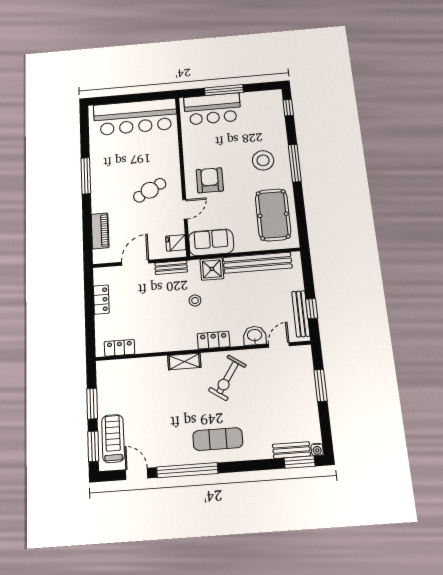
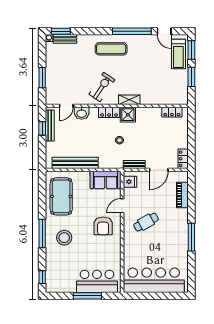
shower: (212, 269) -> (128, 115), moved
locker: (101, 299) -> (183, 159), moved

